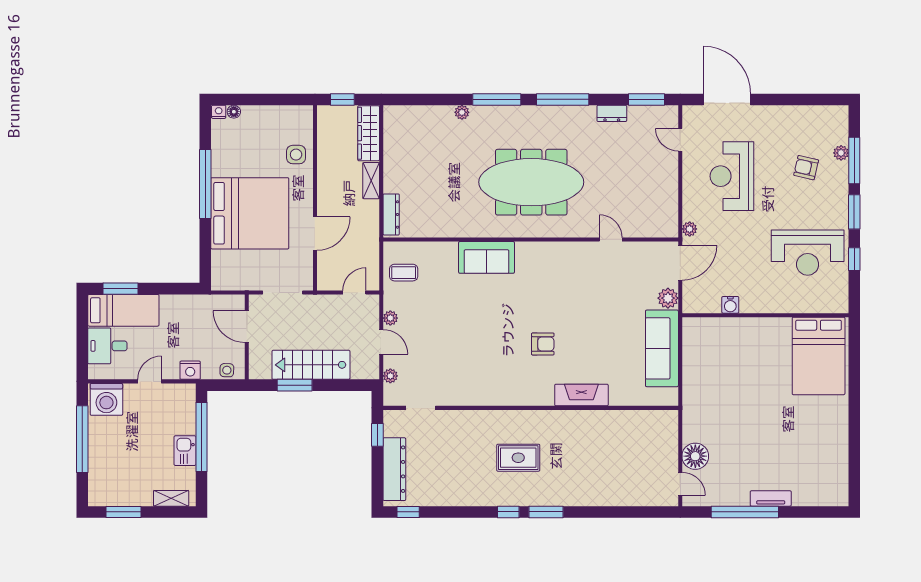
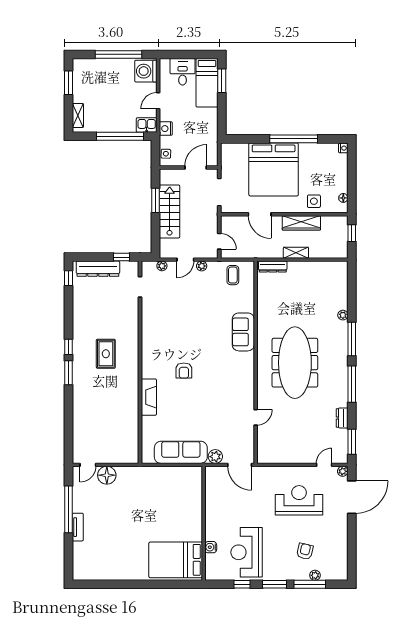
floor lamp: (234, 112) -> (343, 198), moved
wardrobe: (369, 133) -> (301, 223), moved, turned 180
plant: (690, 229) -> (343, 471), moved
water cooler: (730, 305) -> (211, 547), moved
door: (150, 381) -> (158, 101), swing flipped
kitchen sink: (185, 451) -> (147, 125), moved

